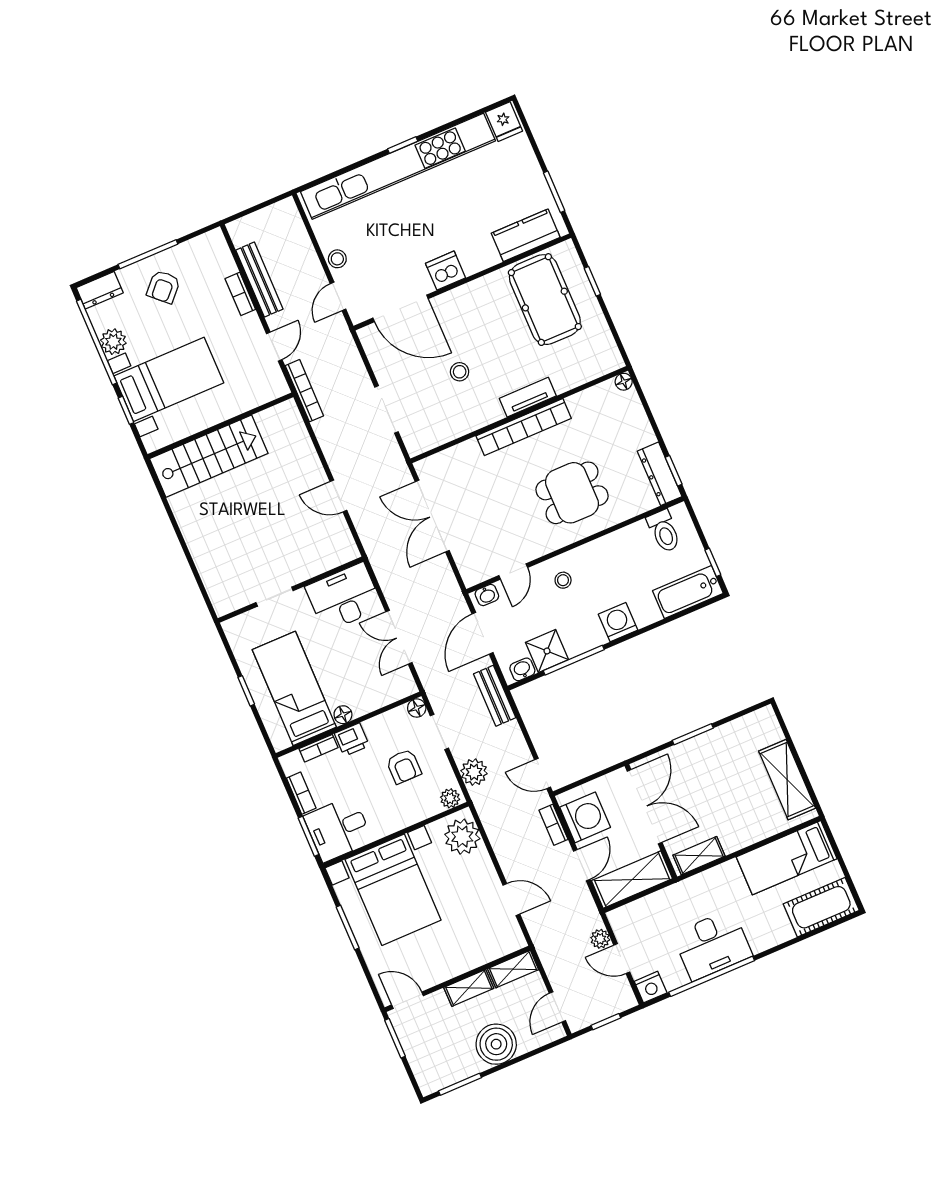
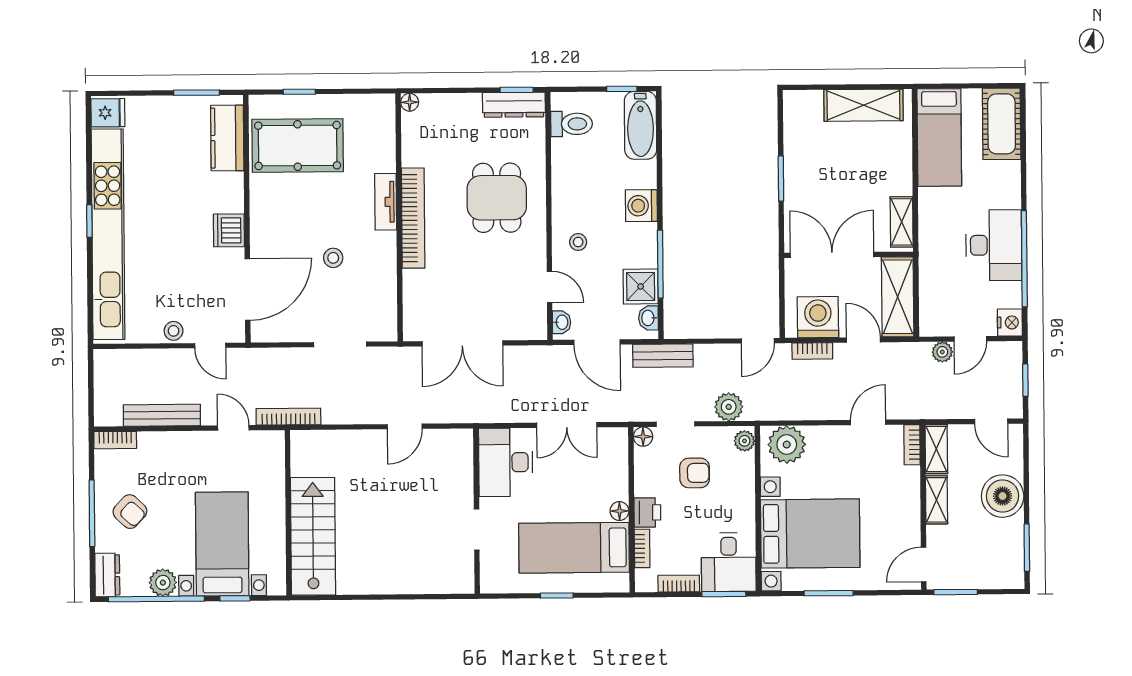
bookcase: (240, 294) -> (115, 440), moved
bookcase: (508, 946) -> (912, 445), added

